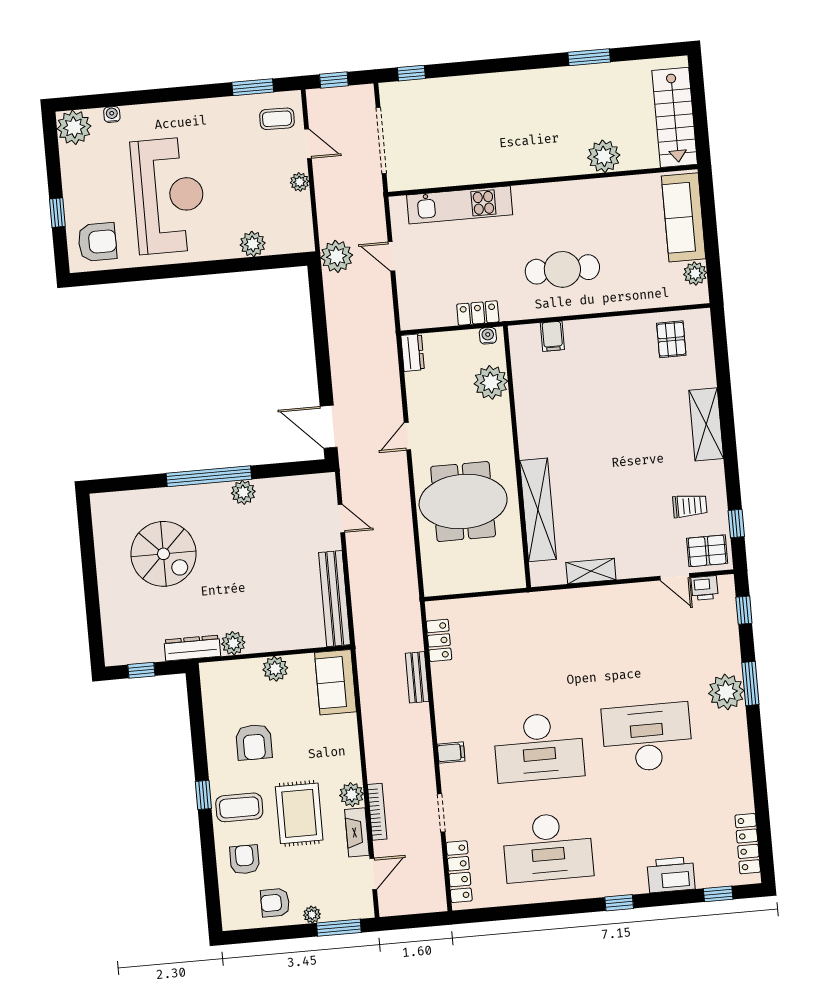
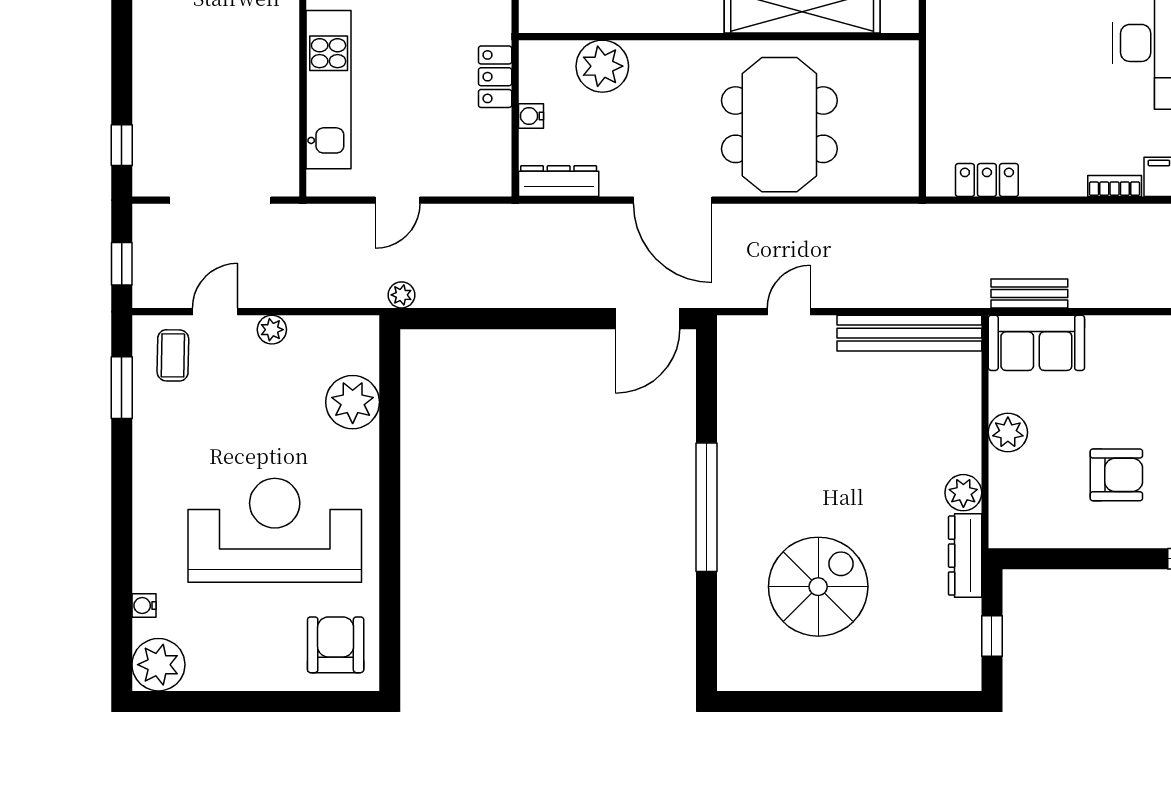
window: (57, 213) -> (286, 701), removed
plant: (253, 244) -> (353, 402), width x1.36, depth x1.36
plant: (337, 256) -> (401, 295), width x0.53, depth x0.53
water cooler: (488, 336) -> (531, 116), moved
dresser: (413, 353) -> (559, 181), width x1.44
door: (407, 436) -> (673, 200), width x1.87
plant: (243, 492) -> (736, 457), removed
bench: (417, 677) -> (1029, 293), moved
bookcase: (443, 724) -> (1115, 186), added

